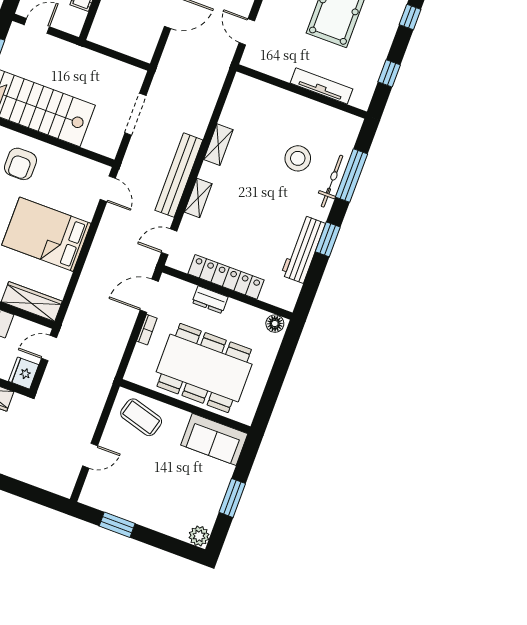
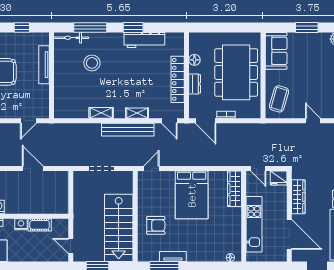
bicycle: (332, 181) -> (71, 38), moved
floor lamp: (275, 324) -> (194, 60), moved

